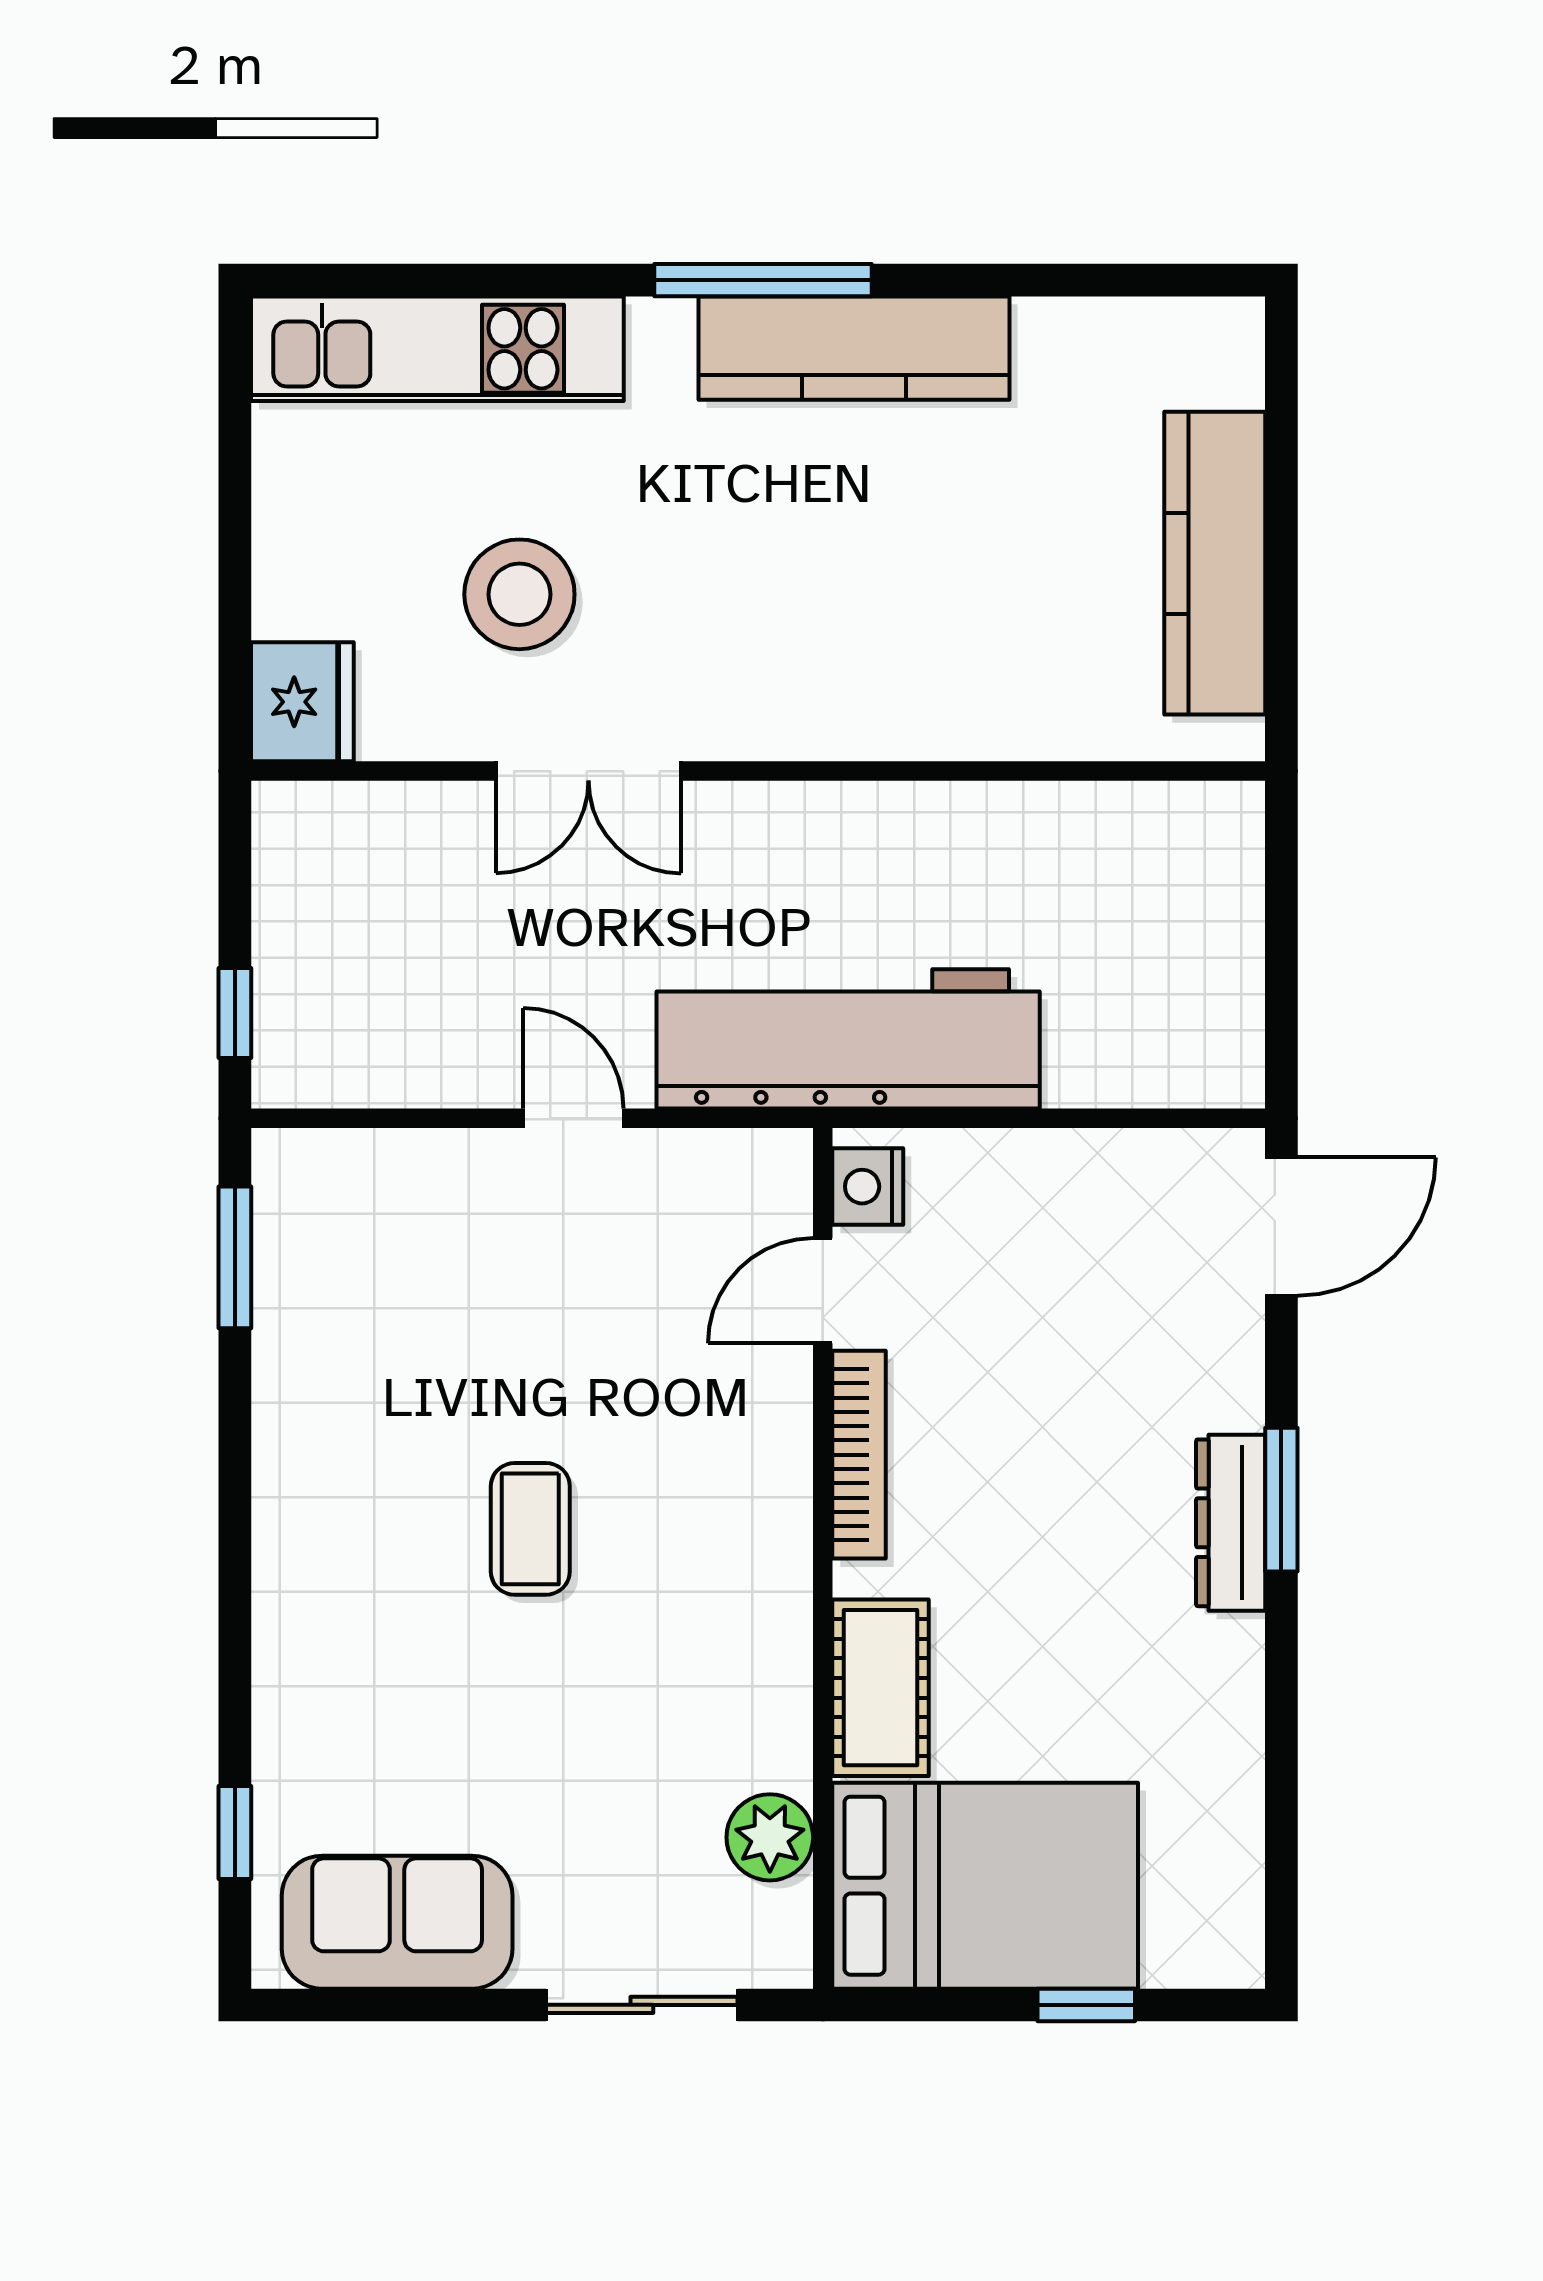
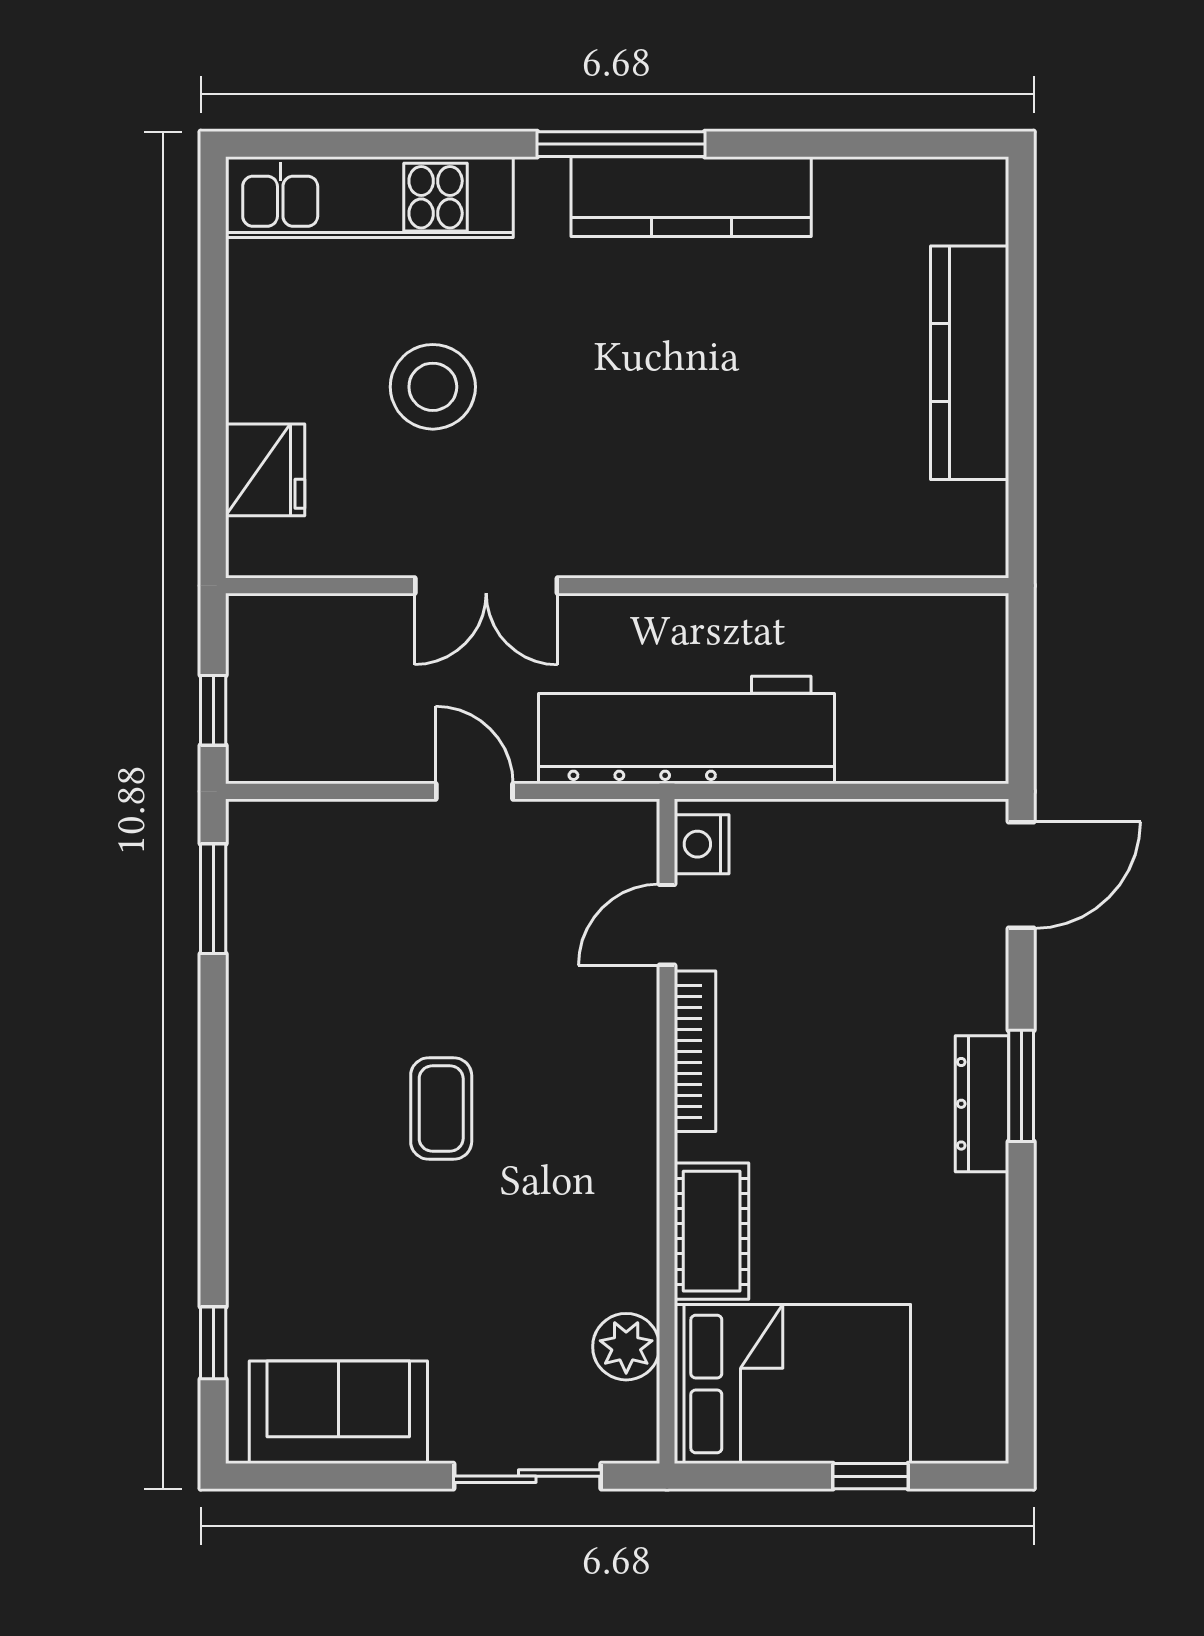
double door: (588, 771) -> (486, 586), moved
wall: (758, 771) -> (617, 586), moved

